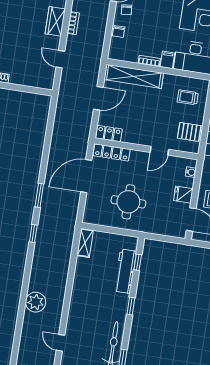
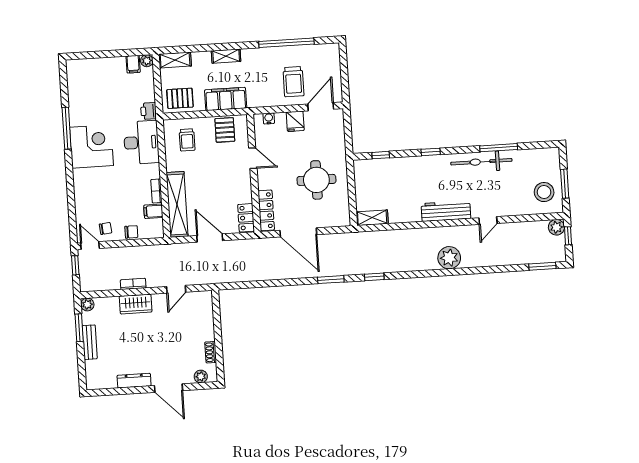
filing cabinet: (167, 60) -> (153, 211), moved
workbench: (125, 271) -> (446, 211), moved, turned 180

